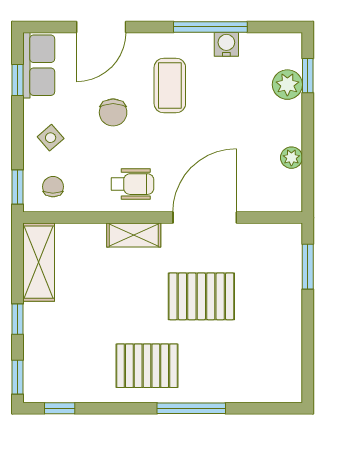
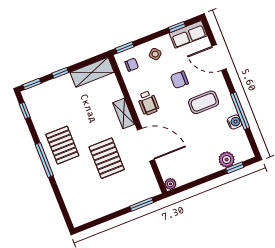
plant: (291, 158) -> (170, 184), moved
window: (191, 408) -> (44, 160), moved

